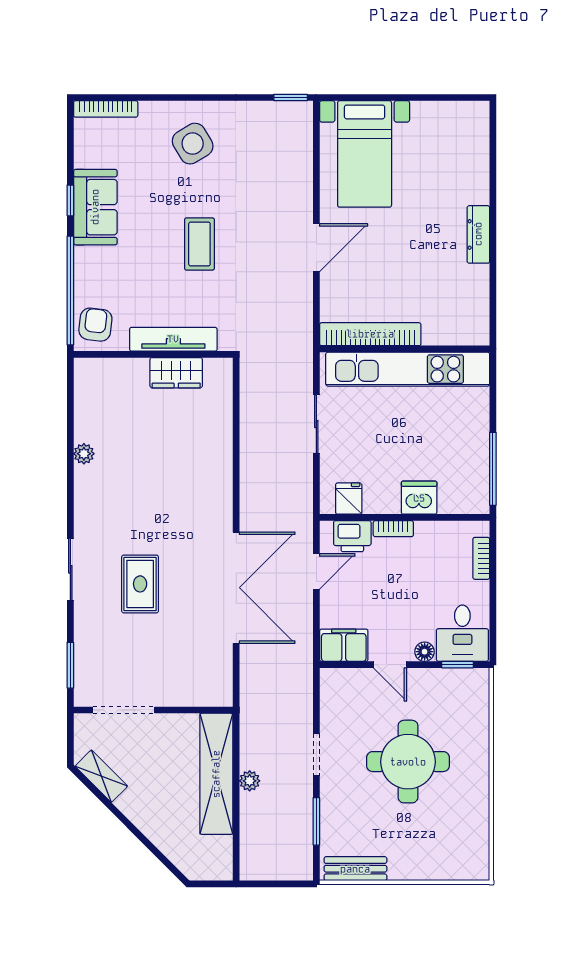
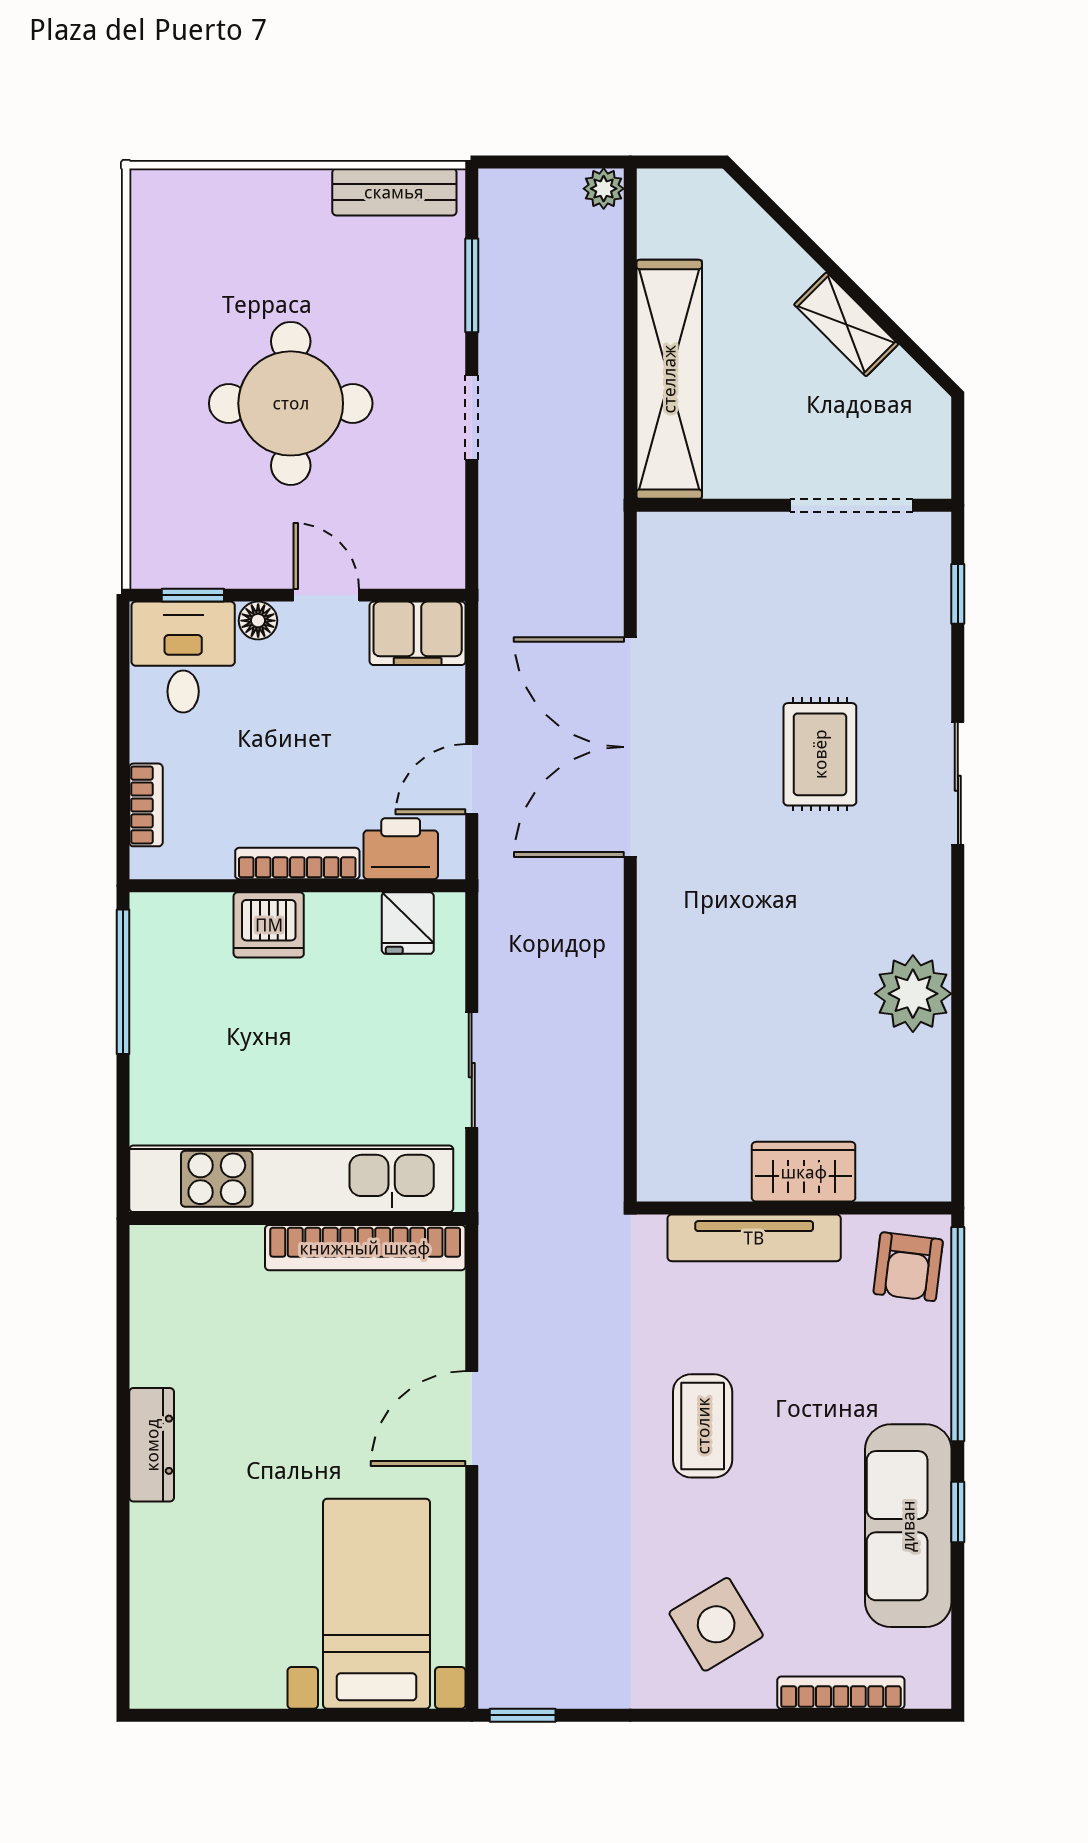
bookcase: (106, 109) -> (841, 1693), moved
sofa: (95, 207) -> (908, 1526), width x1.36
wardrobe: (176, 373) -> (804, 1172), moved
plant: (84, 454) -> (913, 994), width x1.88, depth x1.88
bookcase: (393, 529) -> (297, 864), width x1.56
window: (70, 665) -> (958, 594), width x0.67
shelving: (101, 776) -> (846, 324), moved
plant: (250, 781) -> (604, 189), moved

